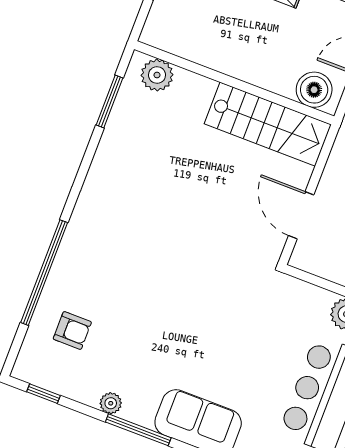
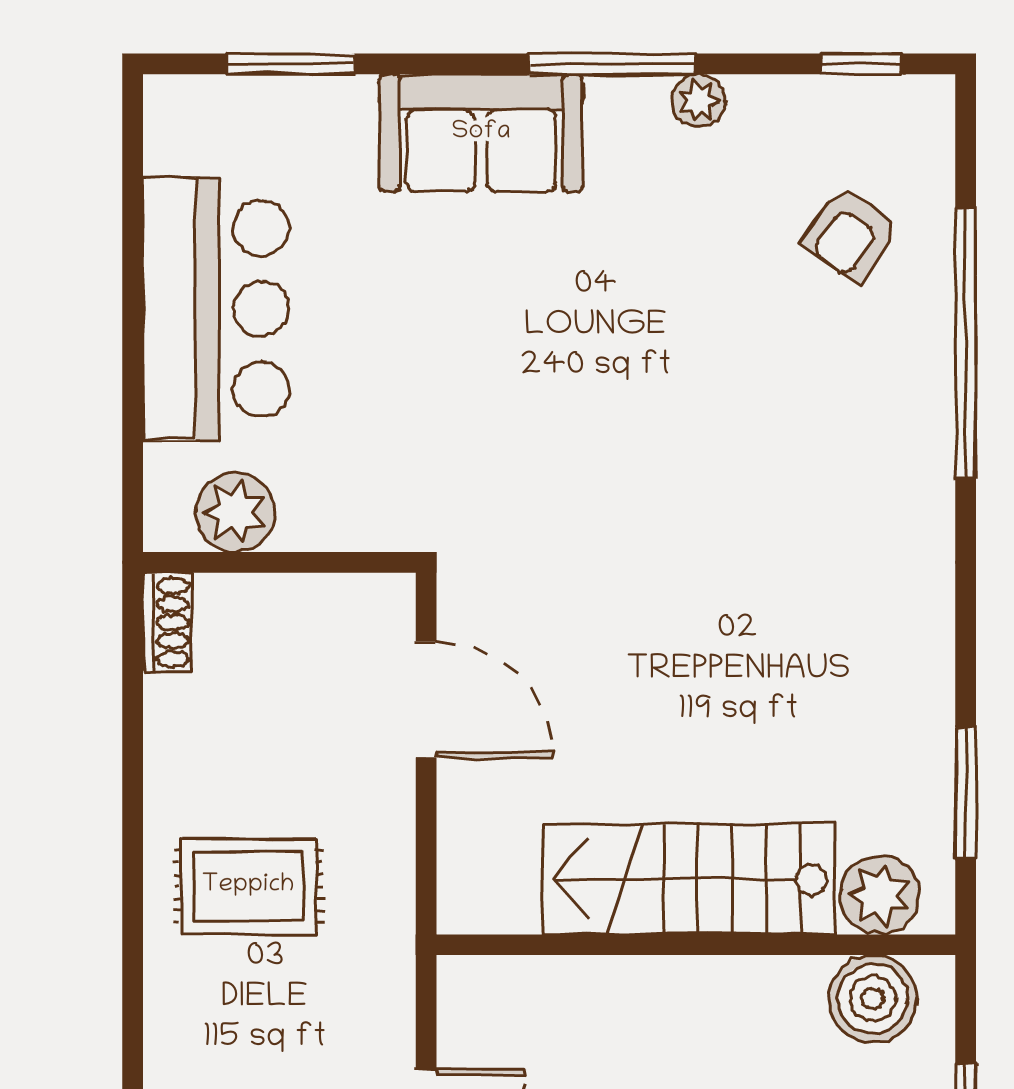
boiler: (314, 90) -> (873, 999), moved
stairs: (268, 124) -> (688, 879), moved
armchair: (72, 330) -> (850, 234), turned -55

